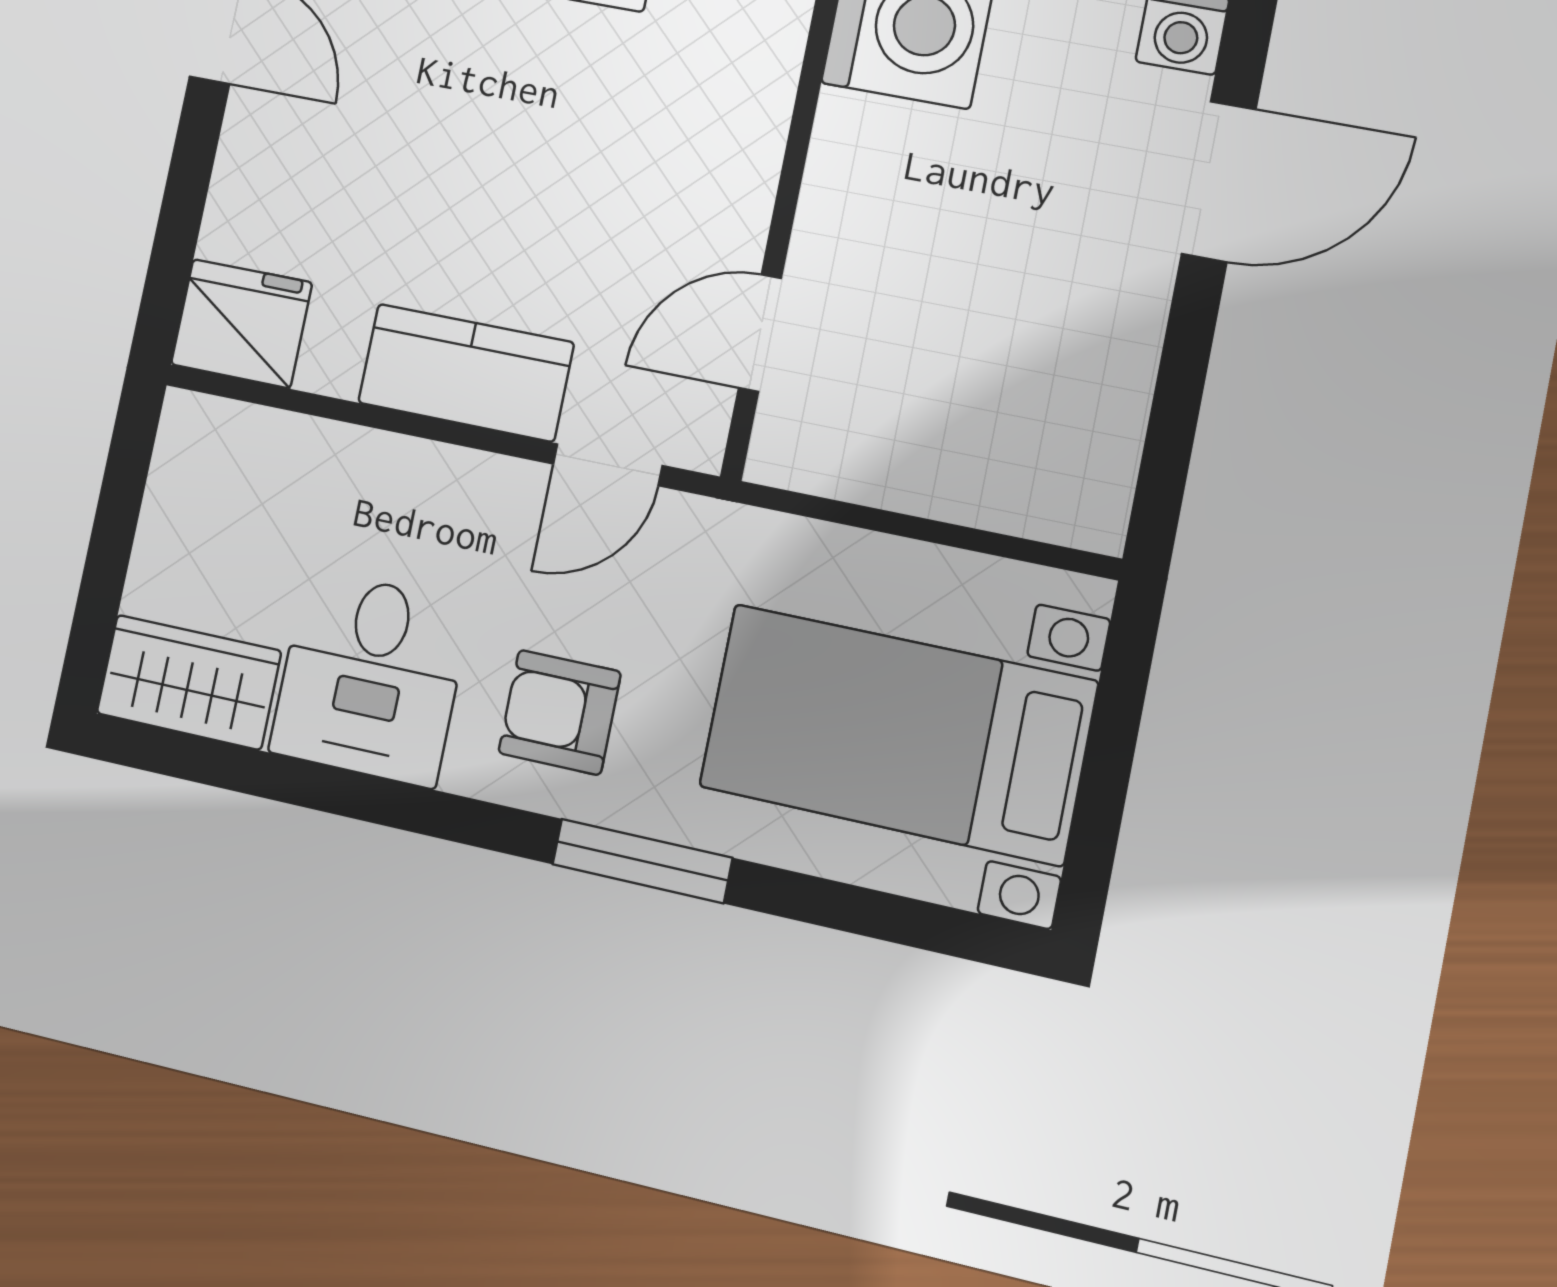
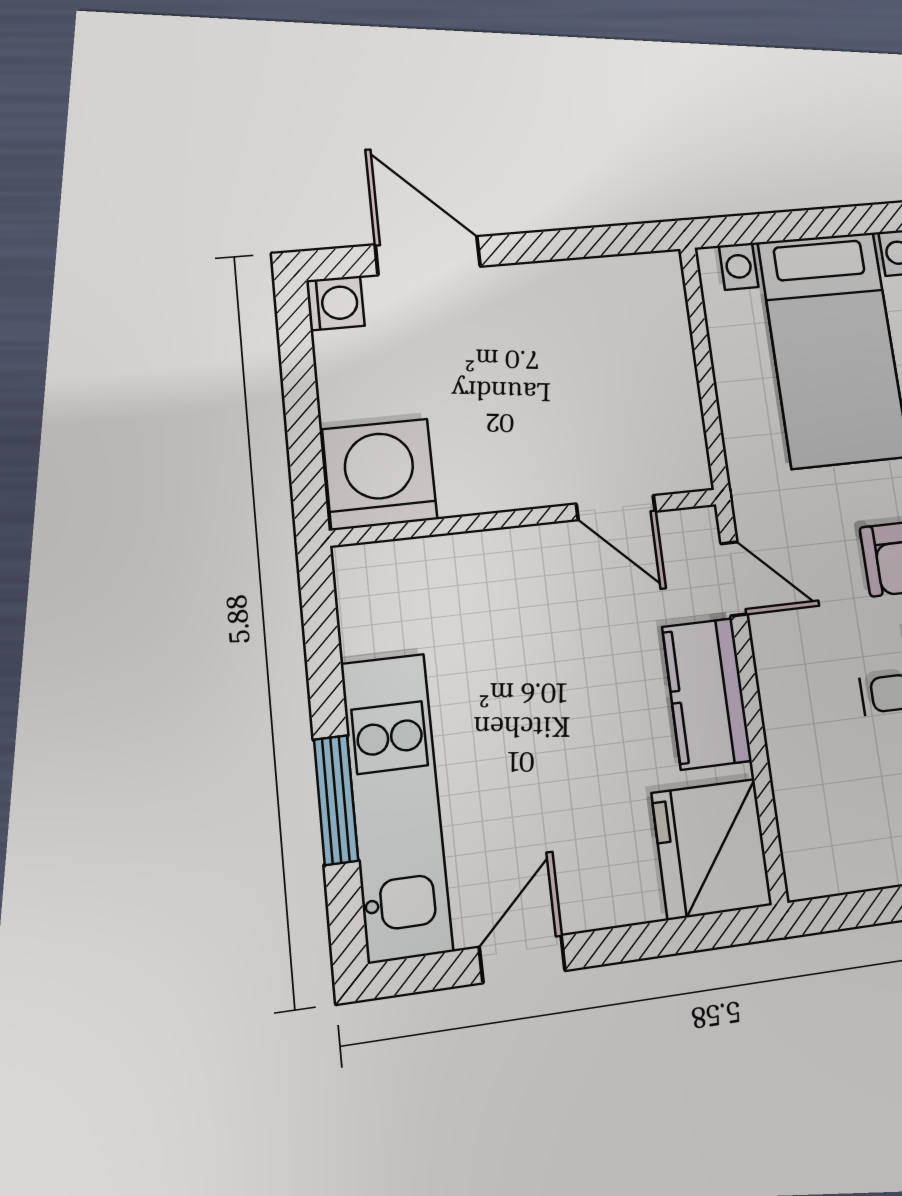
fridge: (241, 324) -> (712, 849), width x1.36, depth x1.34

